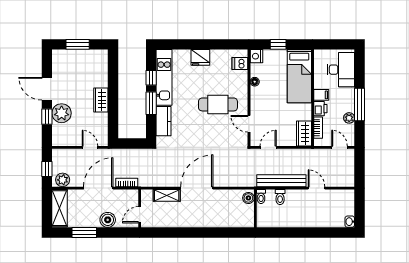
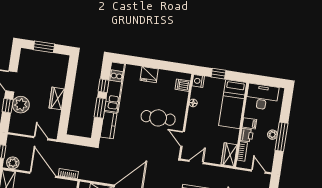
desk: (341, 70) -> (262, 97), moved, turned -90
plant: (349, 118) -> (272, 135), moved
door: (98, 188) -> (43, 175), hinge flipped

